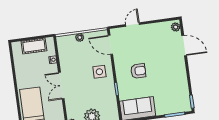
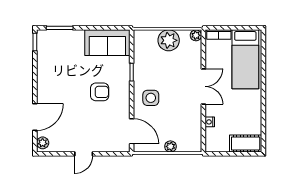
door: (133, 24) -> (84, 154), moved
cot: (34, 46) -> (246, 143), moved
door: (184, 46) -> (35, 117), swing flipped
armchair: (138, 71) -> (100, 92), turned 180

